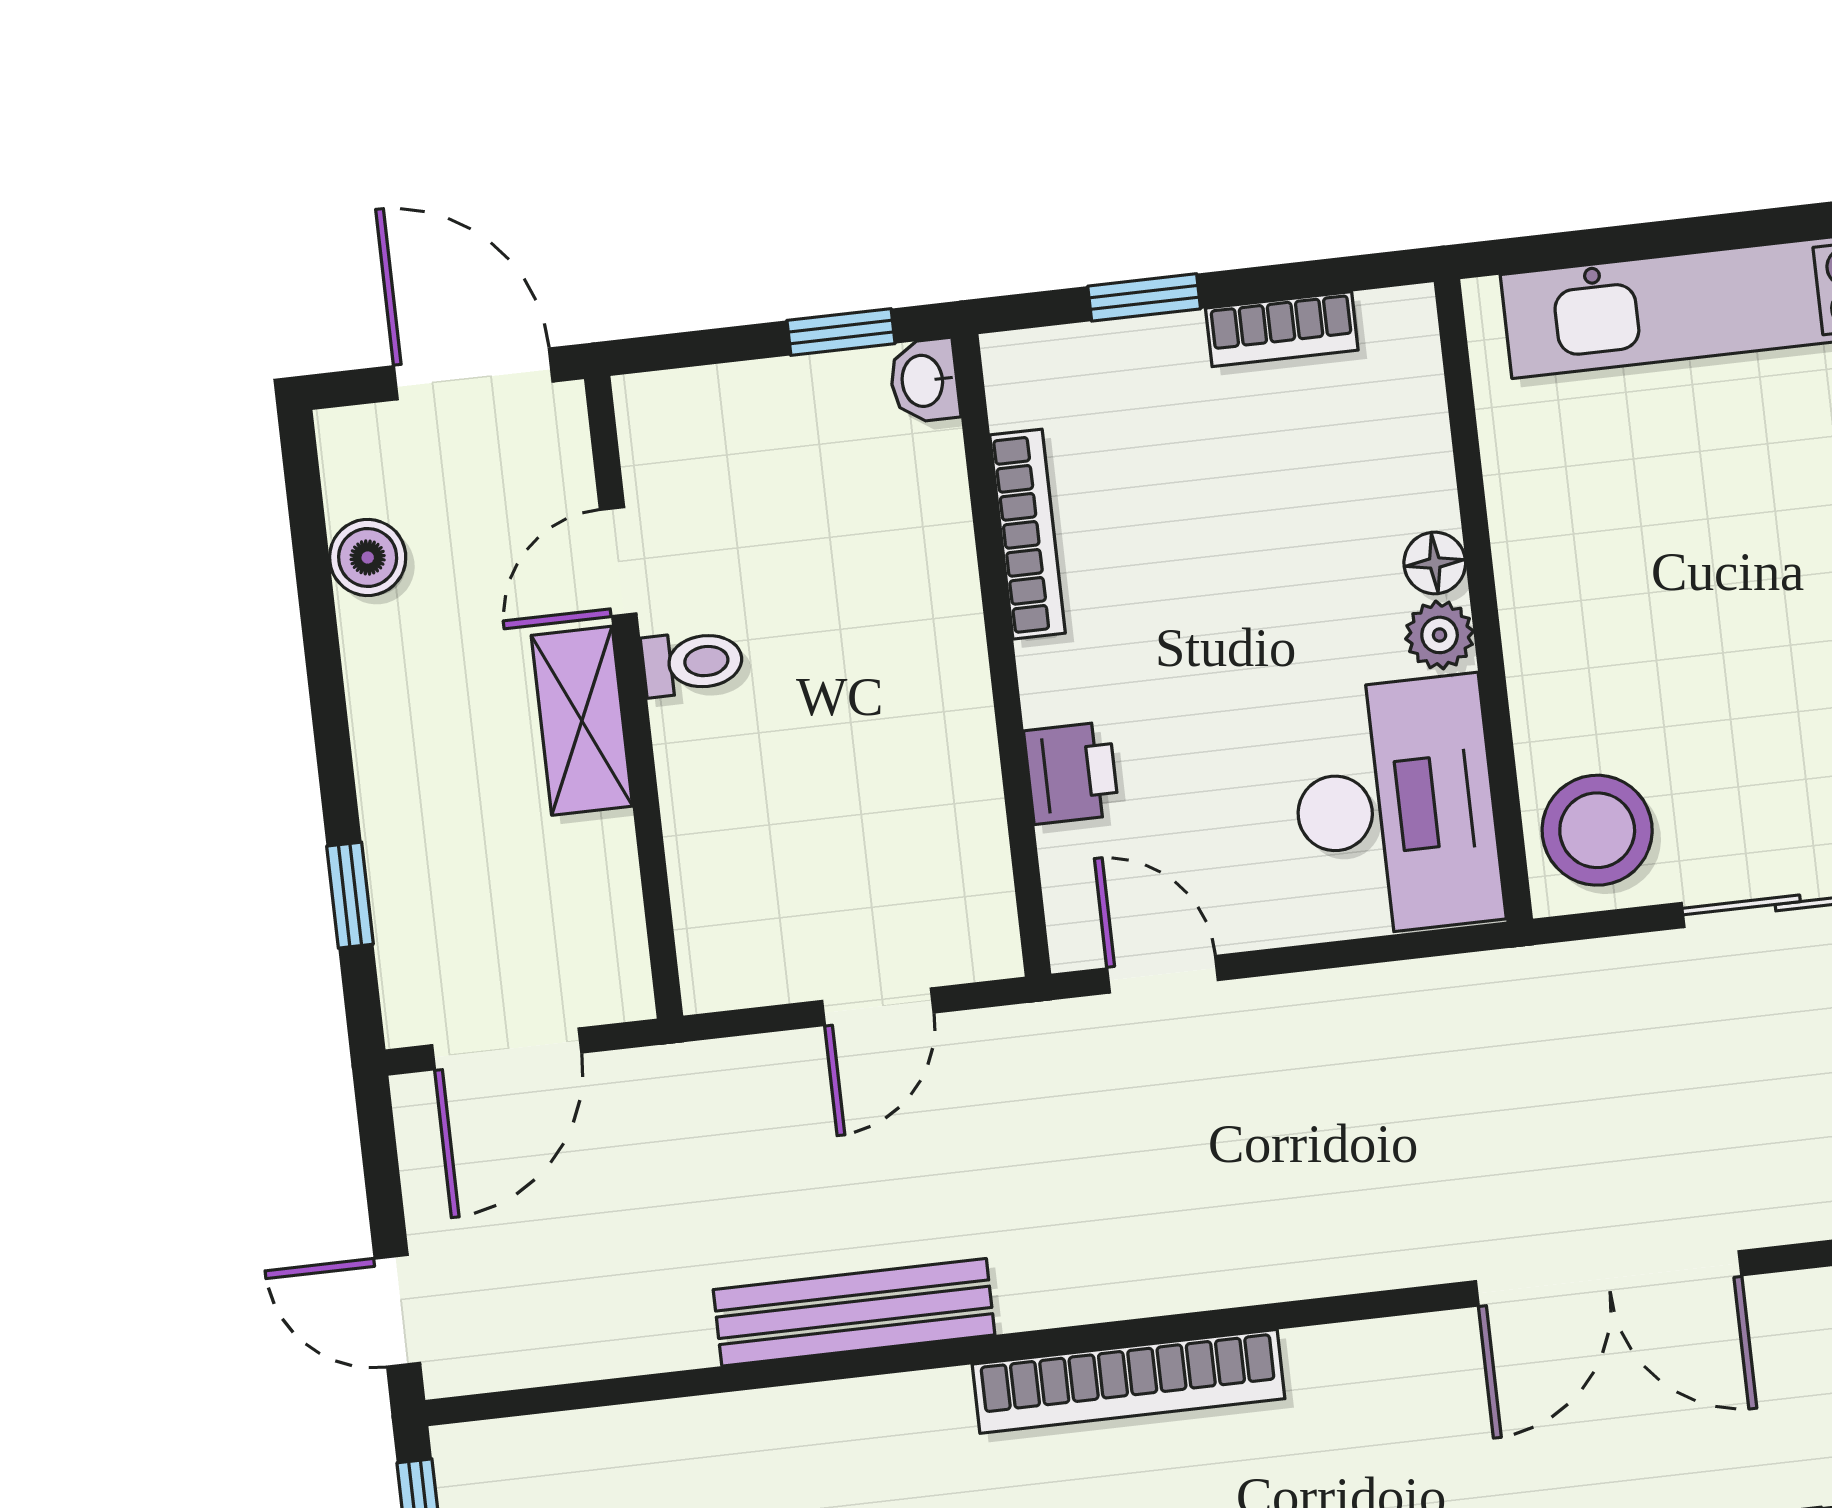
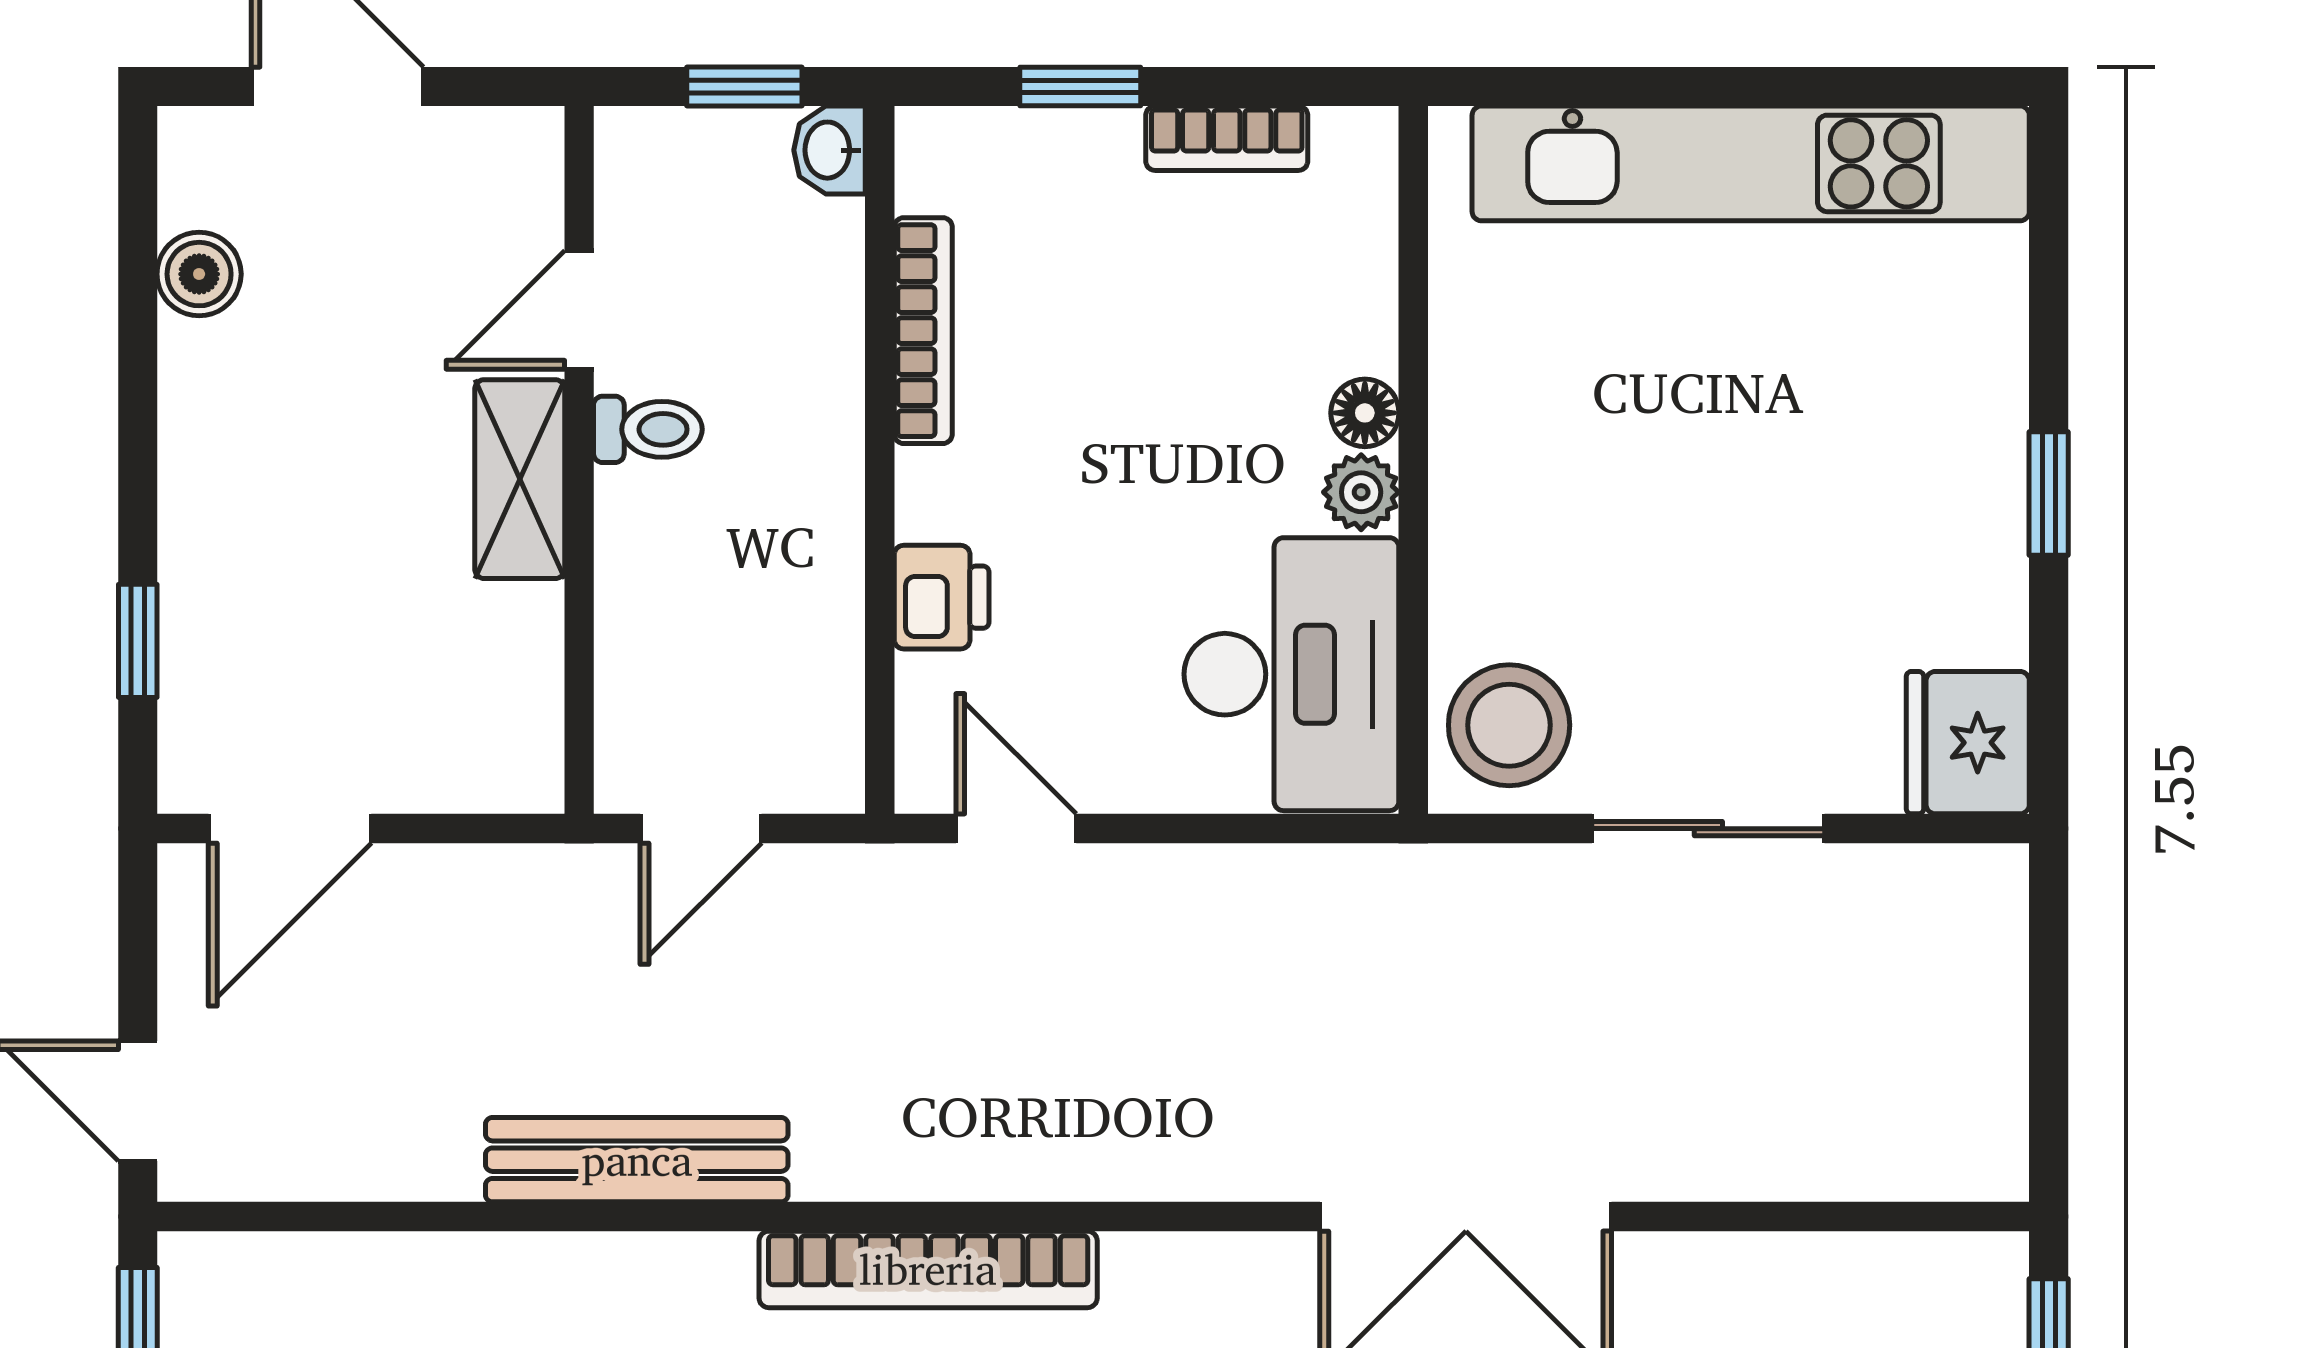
door: (618, 562) -> (579, 310), moved
toilet: (693, 663) -> (648, 429), moved
wall: (634, 697) -> (579, 460), moved
shelving: (582, 721) -> (520, 479), moved

